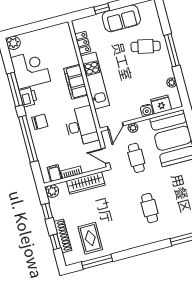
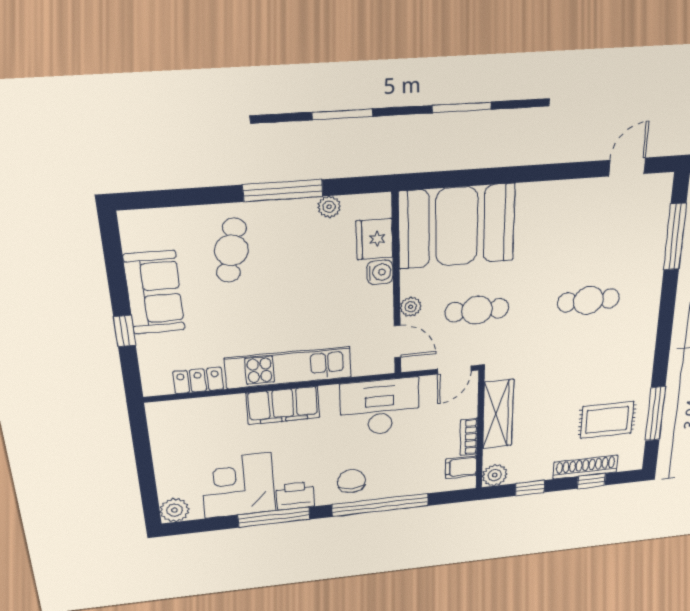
window: (172, 50) -> (283, 191), moved

